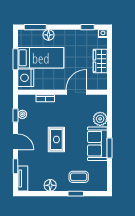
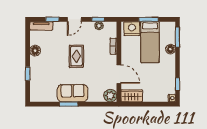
wardrobe: (100, 61) -> (132, 96), moved
plant: (100, 119) -> (110, 96), moved
rug: (56, 140) -> (76, 56), turned 90
coffee table: (79, 177) -> (43, 76), removed

